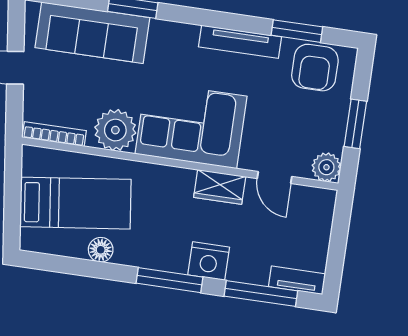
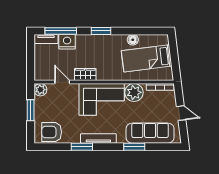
window: (297, 31) -> (82, 147), moved
tv unit: (240, 42) -> (98, 138), moved
armchair: (315, 68) -> (52, 132), turned -90
nightstand: (209, 261) -> (67, 42), moved
window: (170, 280) -> (101, 31), width x0.69

